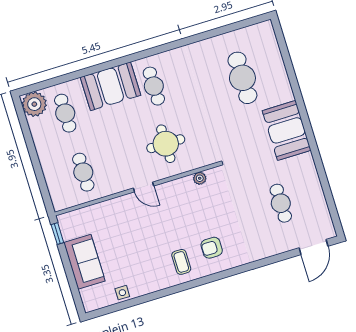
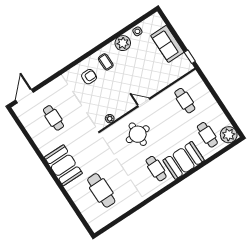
plant: (149, 282) -> (123, 43), added

